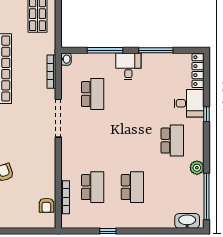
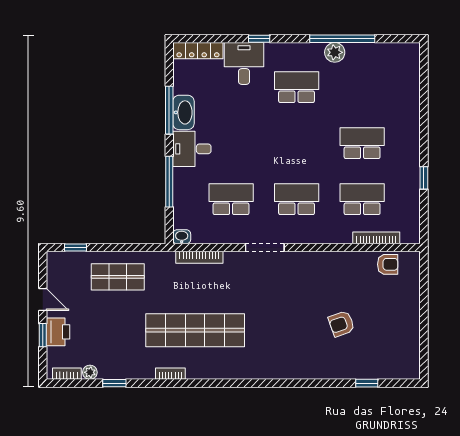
doorway: (58, 118) -> (265, 248), width x0.73
school desk: (93, 141) -> (297, 199), added
window: (207, 197) -> (342, 39), moved
washbasin: (187, 221) -> (183, 112), moved, turned 180

